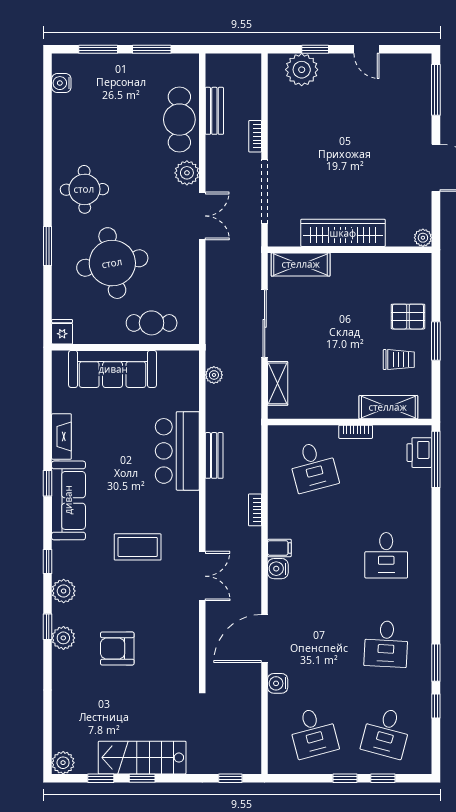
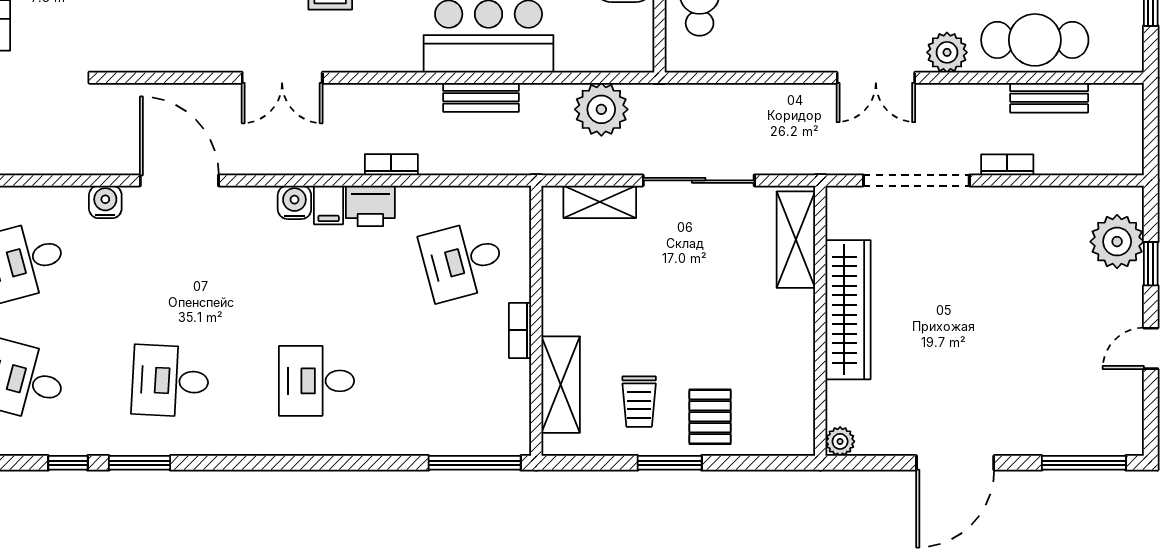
plant: (214, 375) -> (601, 109), width x1.88, depth x1.88
printer: (419, 453) -> (370, 206), moved, turned 180

